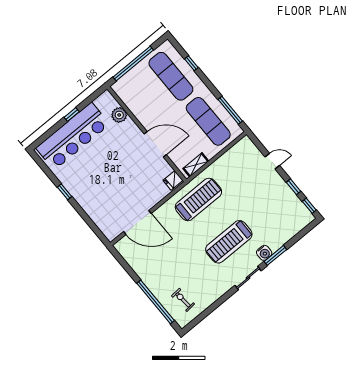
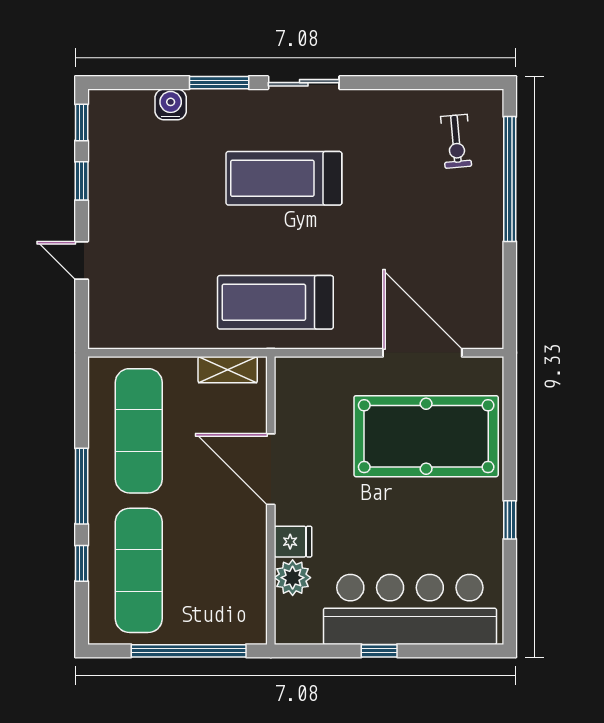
window: (230, 110) -> (82, 486), moved
fridge: (173, 180) -> (293, 542), moved
pool table: (114, 196) -> (426, 436), added
treadmill: (229, 242) -> (284, 178), turned 180
water cooler: (264, 253) -> (171, 104), moved

